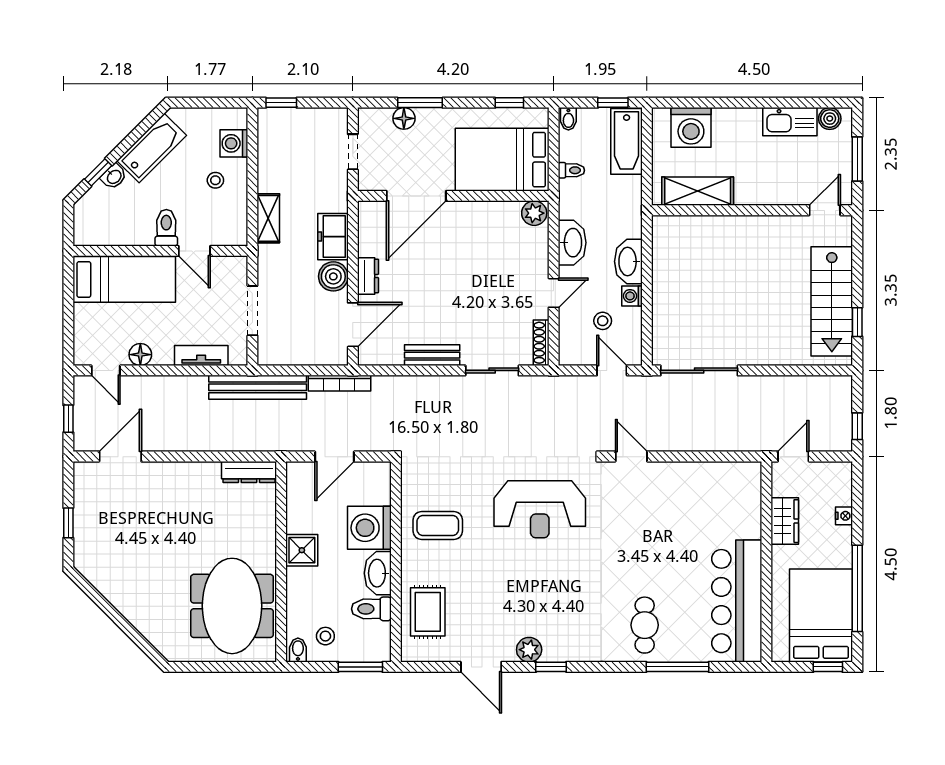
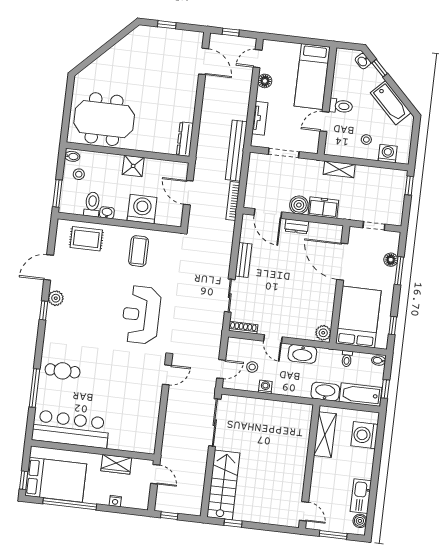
washbasin: (114, 177) -> (363, 61), moved
washbasin: (628, 262) -> (325, 392), moved
stairs: (832, 301) -> (223, 485), moved, turned 90
washbasin: (378, 573) -> (107, 213), width x0.52, depth x0.69

